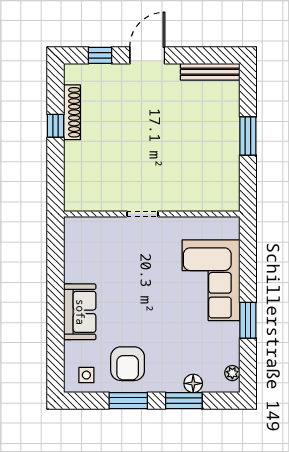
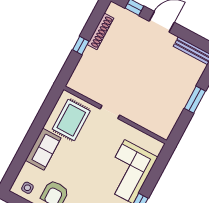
window: (56, 126) -> (81, 45), moved
rug: (96, 253) -> (71, 120), added

